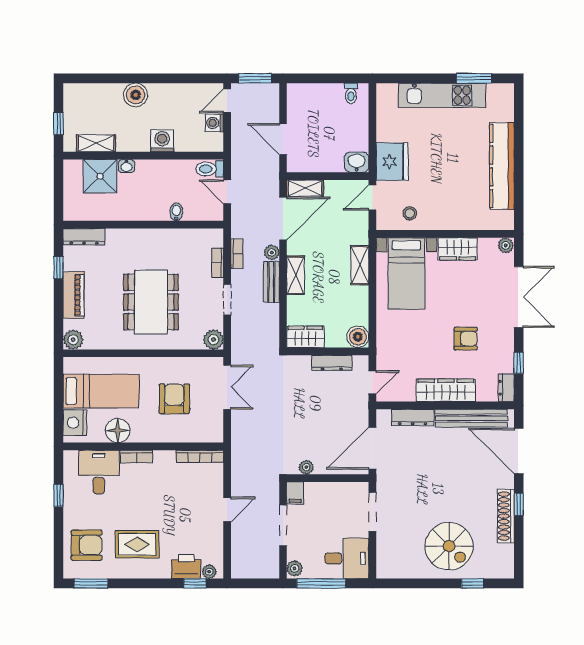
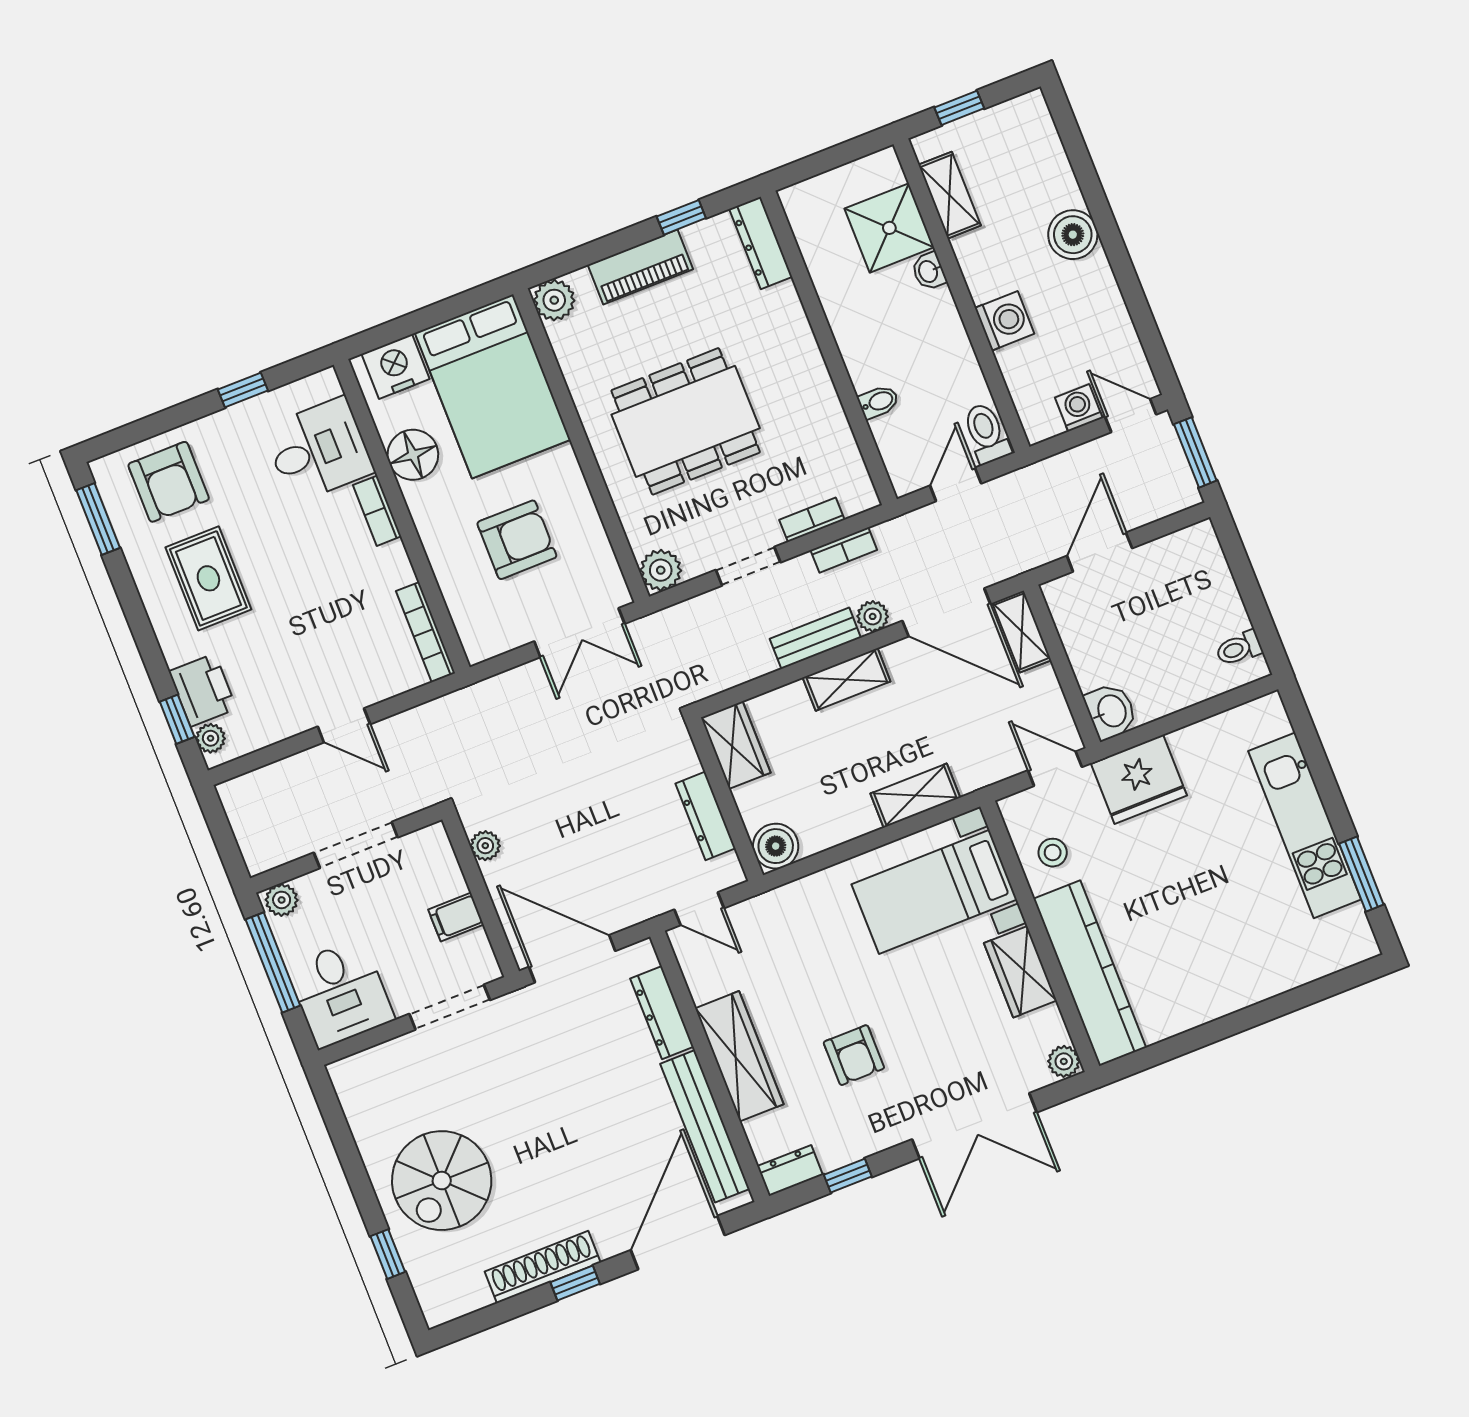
kitchen counter: (502, 166) -> (1090, 973), moved, turned 90
bed: (101, 391) -> (493, 386), width x1.50
filing cabinet: (295, 493) -> (456, 917), moved

